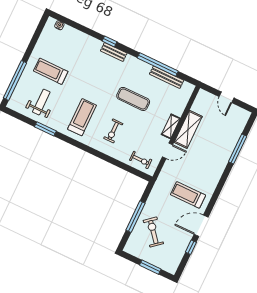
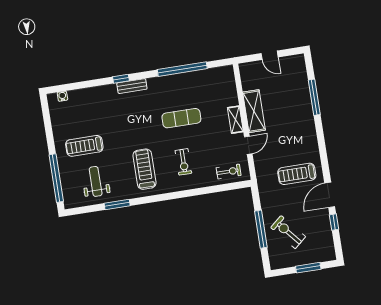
bench: (167, 77) -> (199, 75), removed

